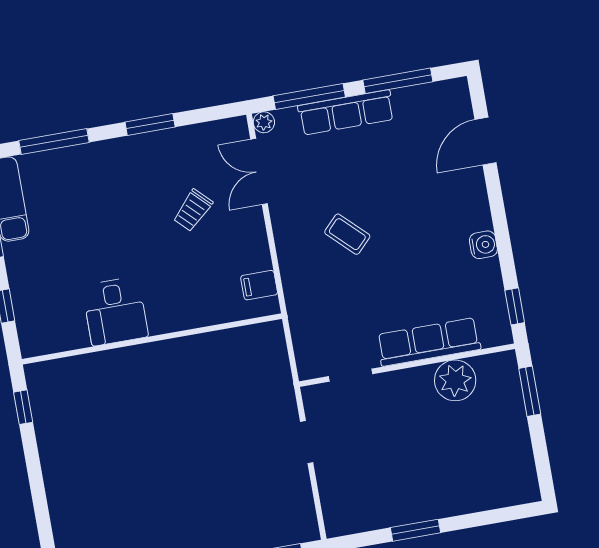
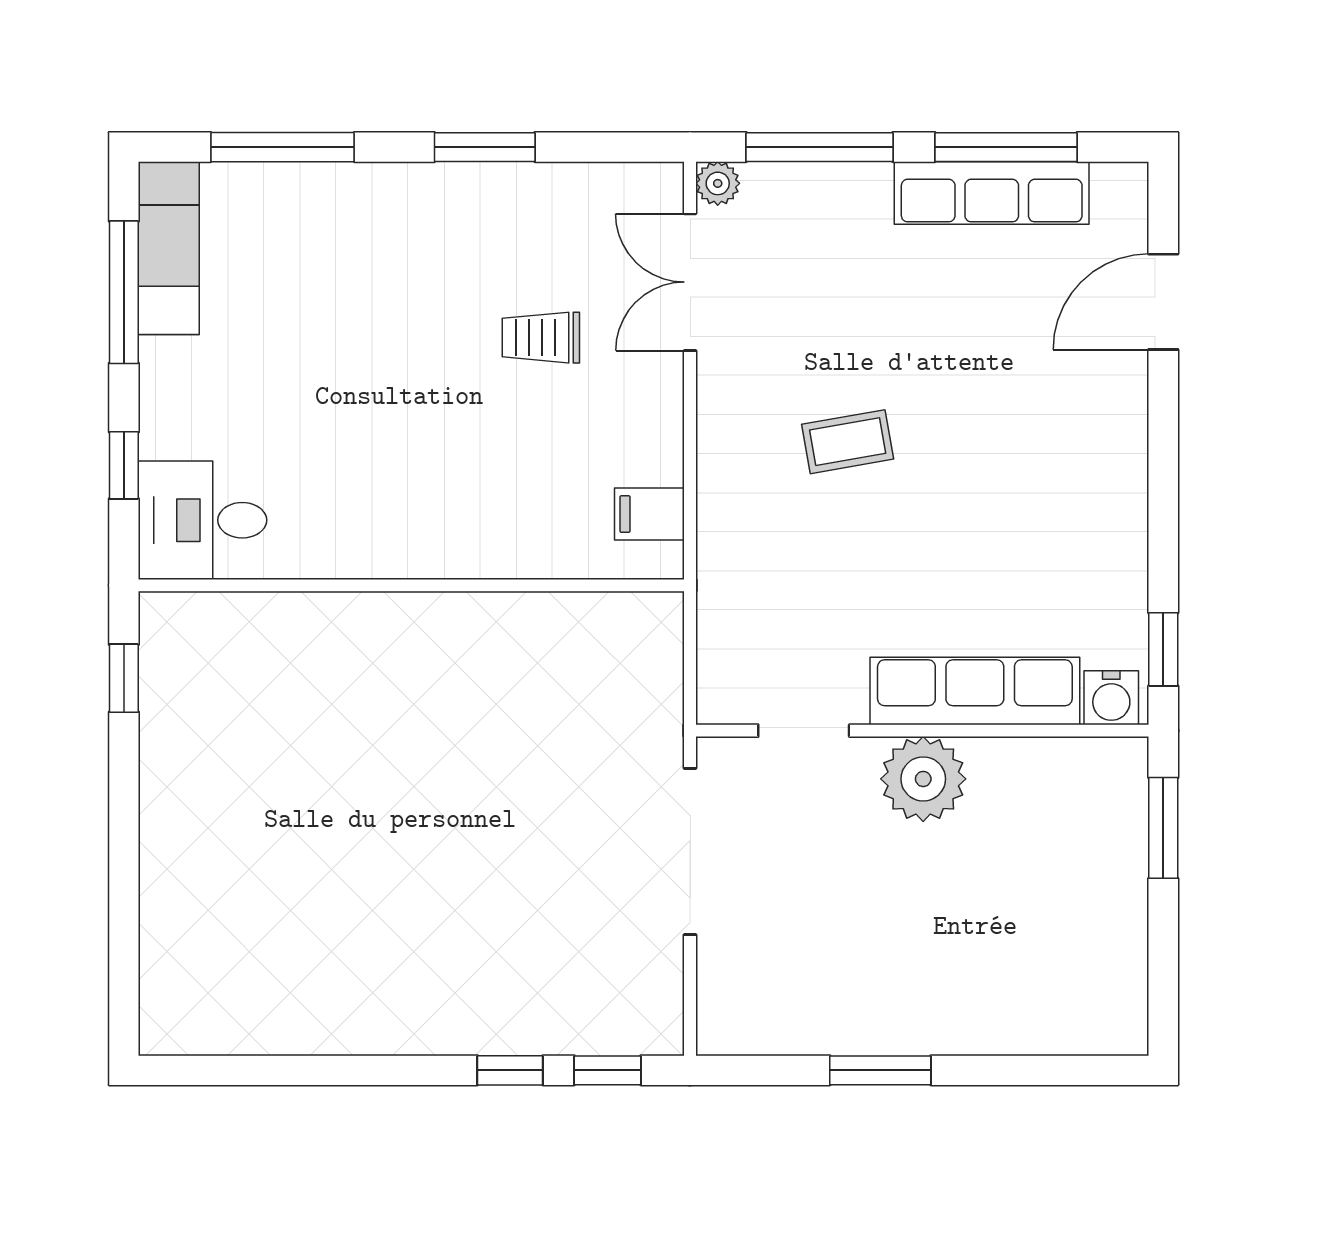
row of seats: (346, 112) -> (992, 193), moved
trolley: (193, 210) -> (541, 338), turned 45
coffee table: (347, 234) -> (848, 442), turned -54
water cooler: (483, 245) -> (1111, 698), moved, turned 90
desk: (115, 311) -> (202, 520), moved, turned 90
plant: (455, 380) -> (923, 779), moved
doorway: (307, 442) -> (690, 852), width x1.87

